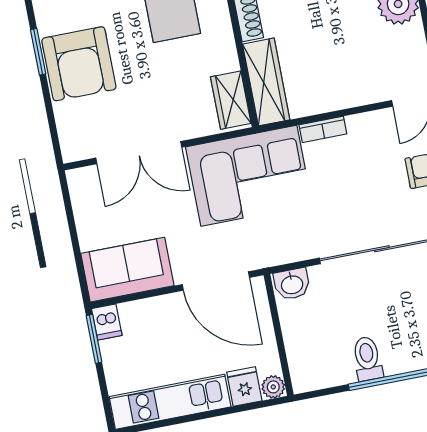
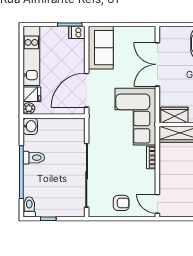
washbasin: (292, 284) -> (30, 126), moved, turned 180

